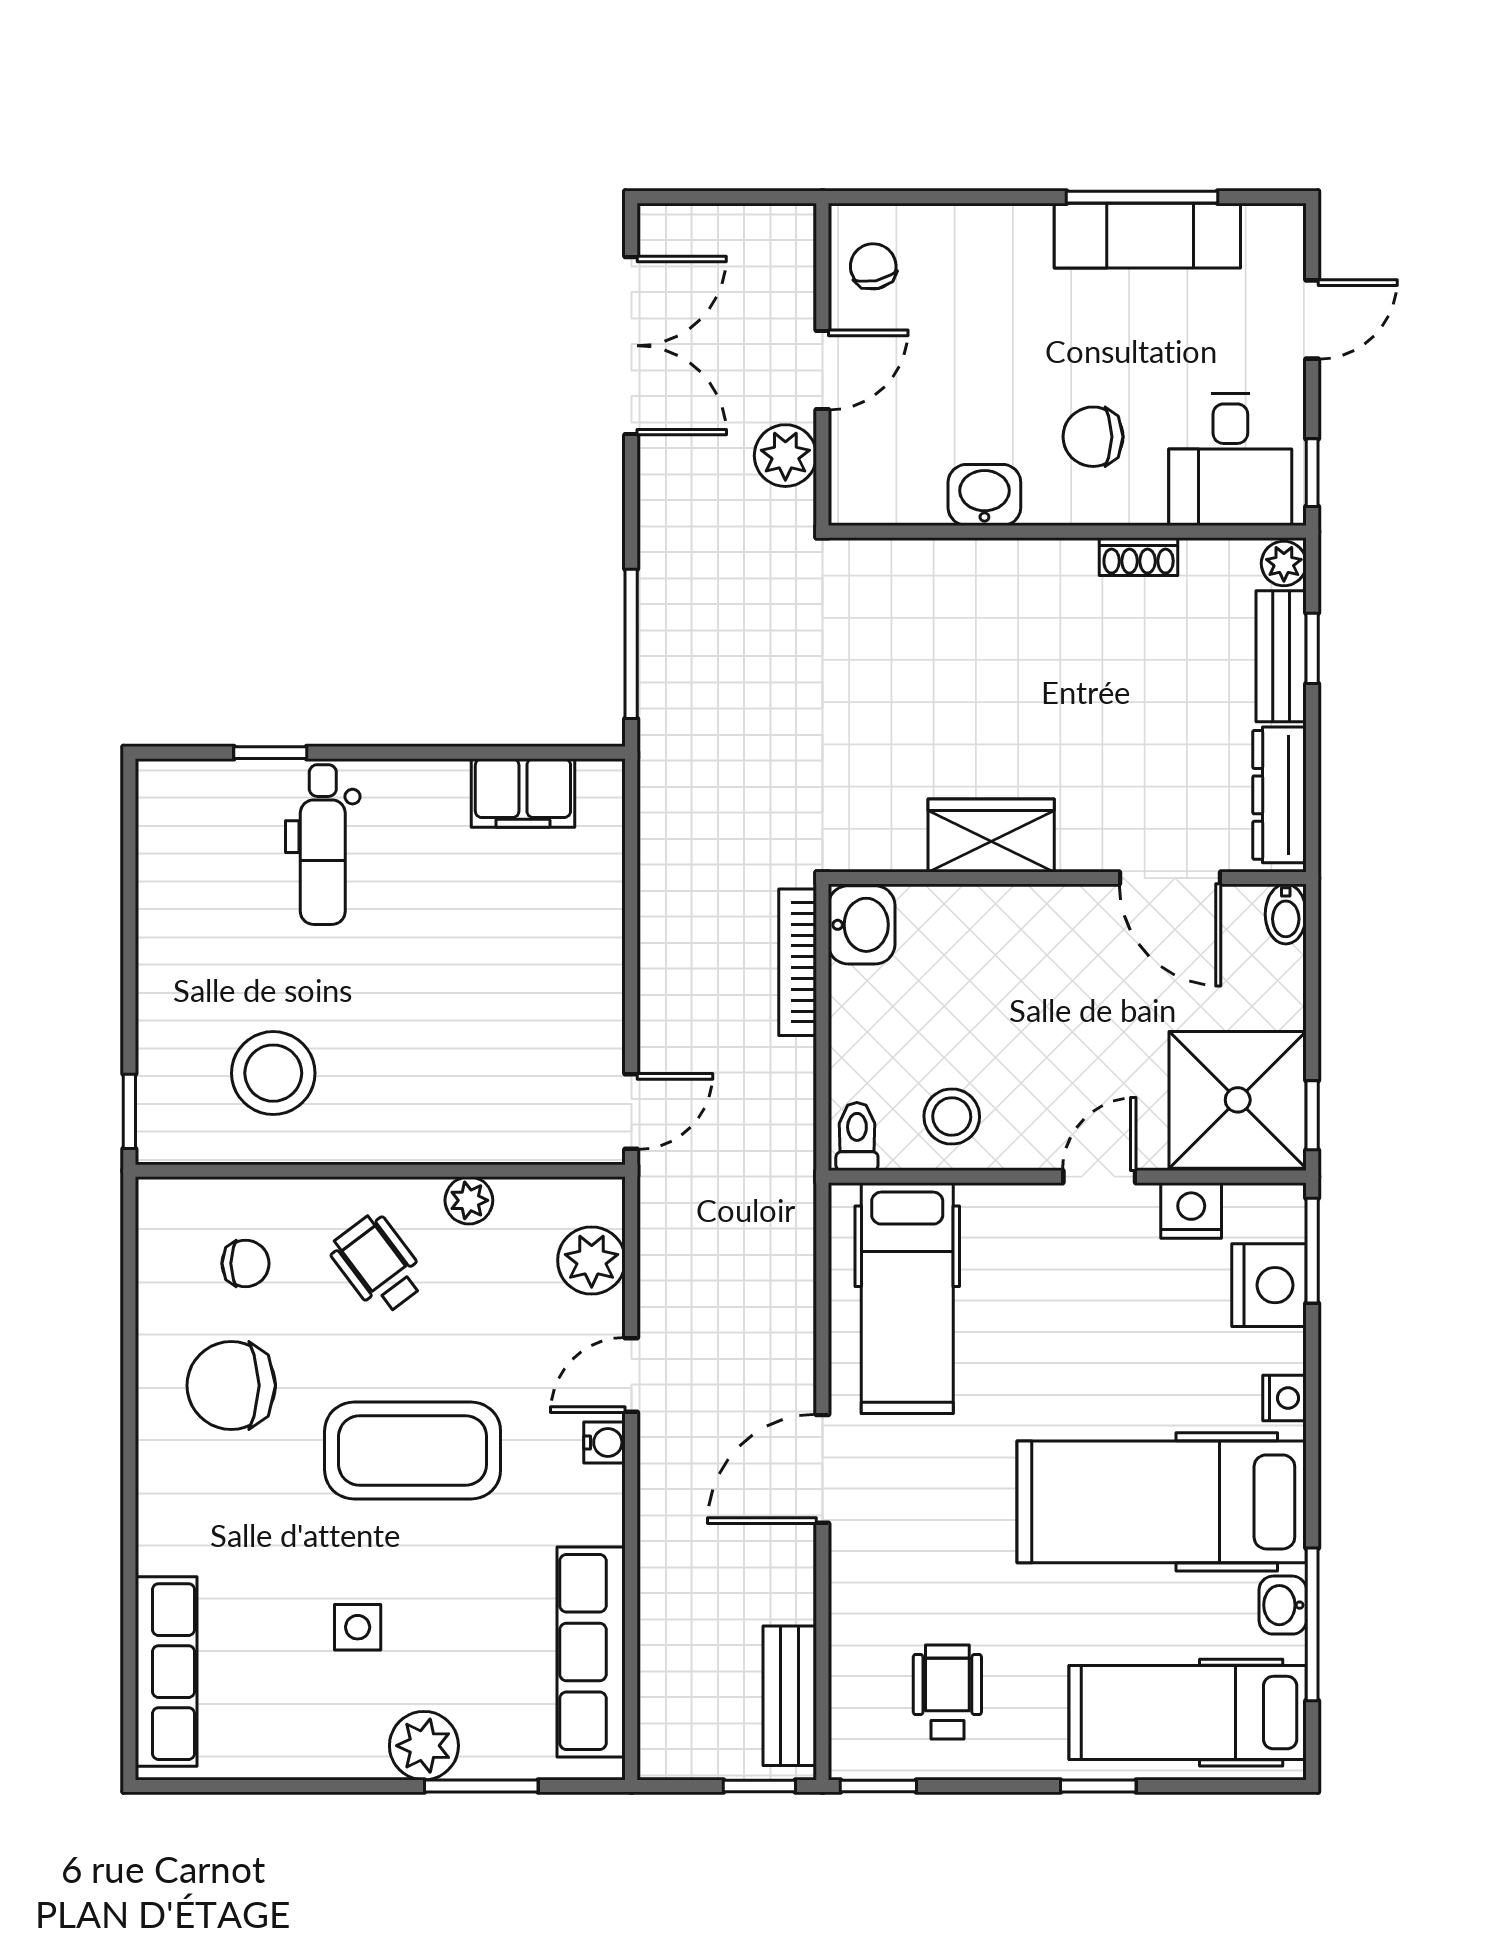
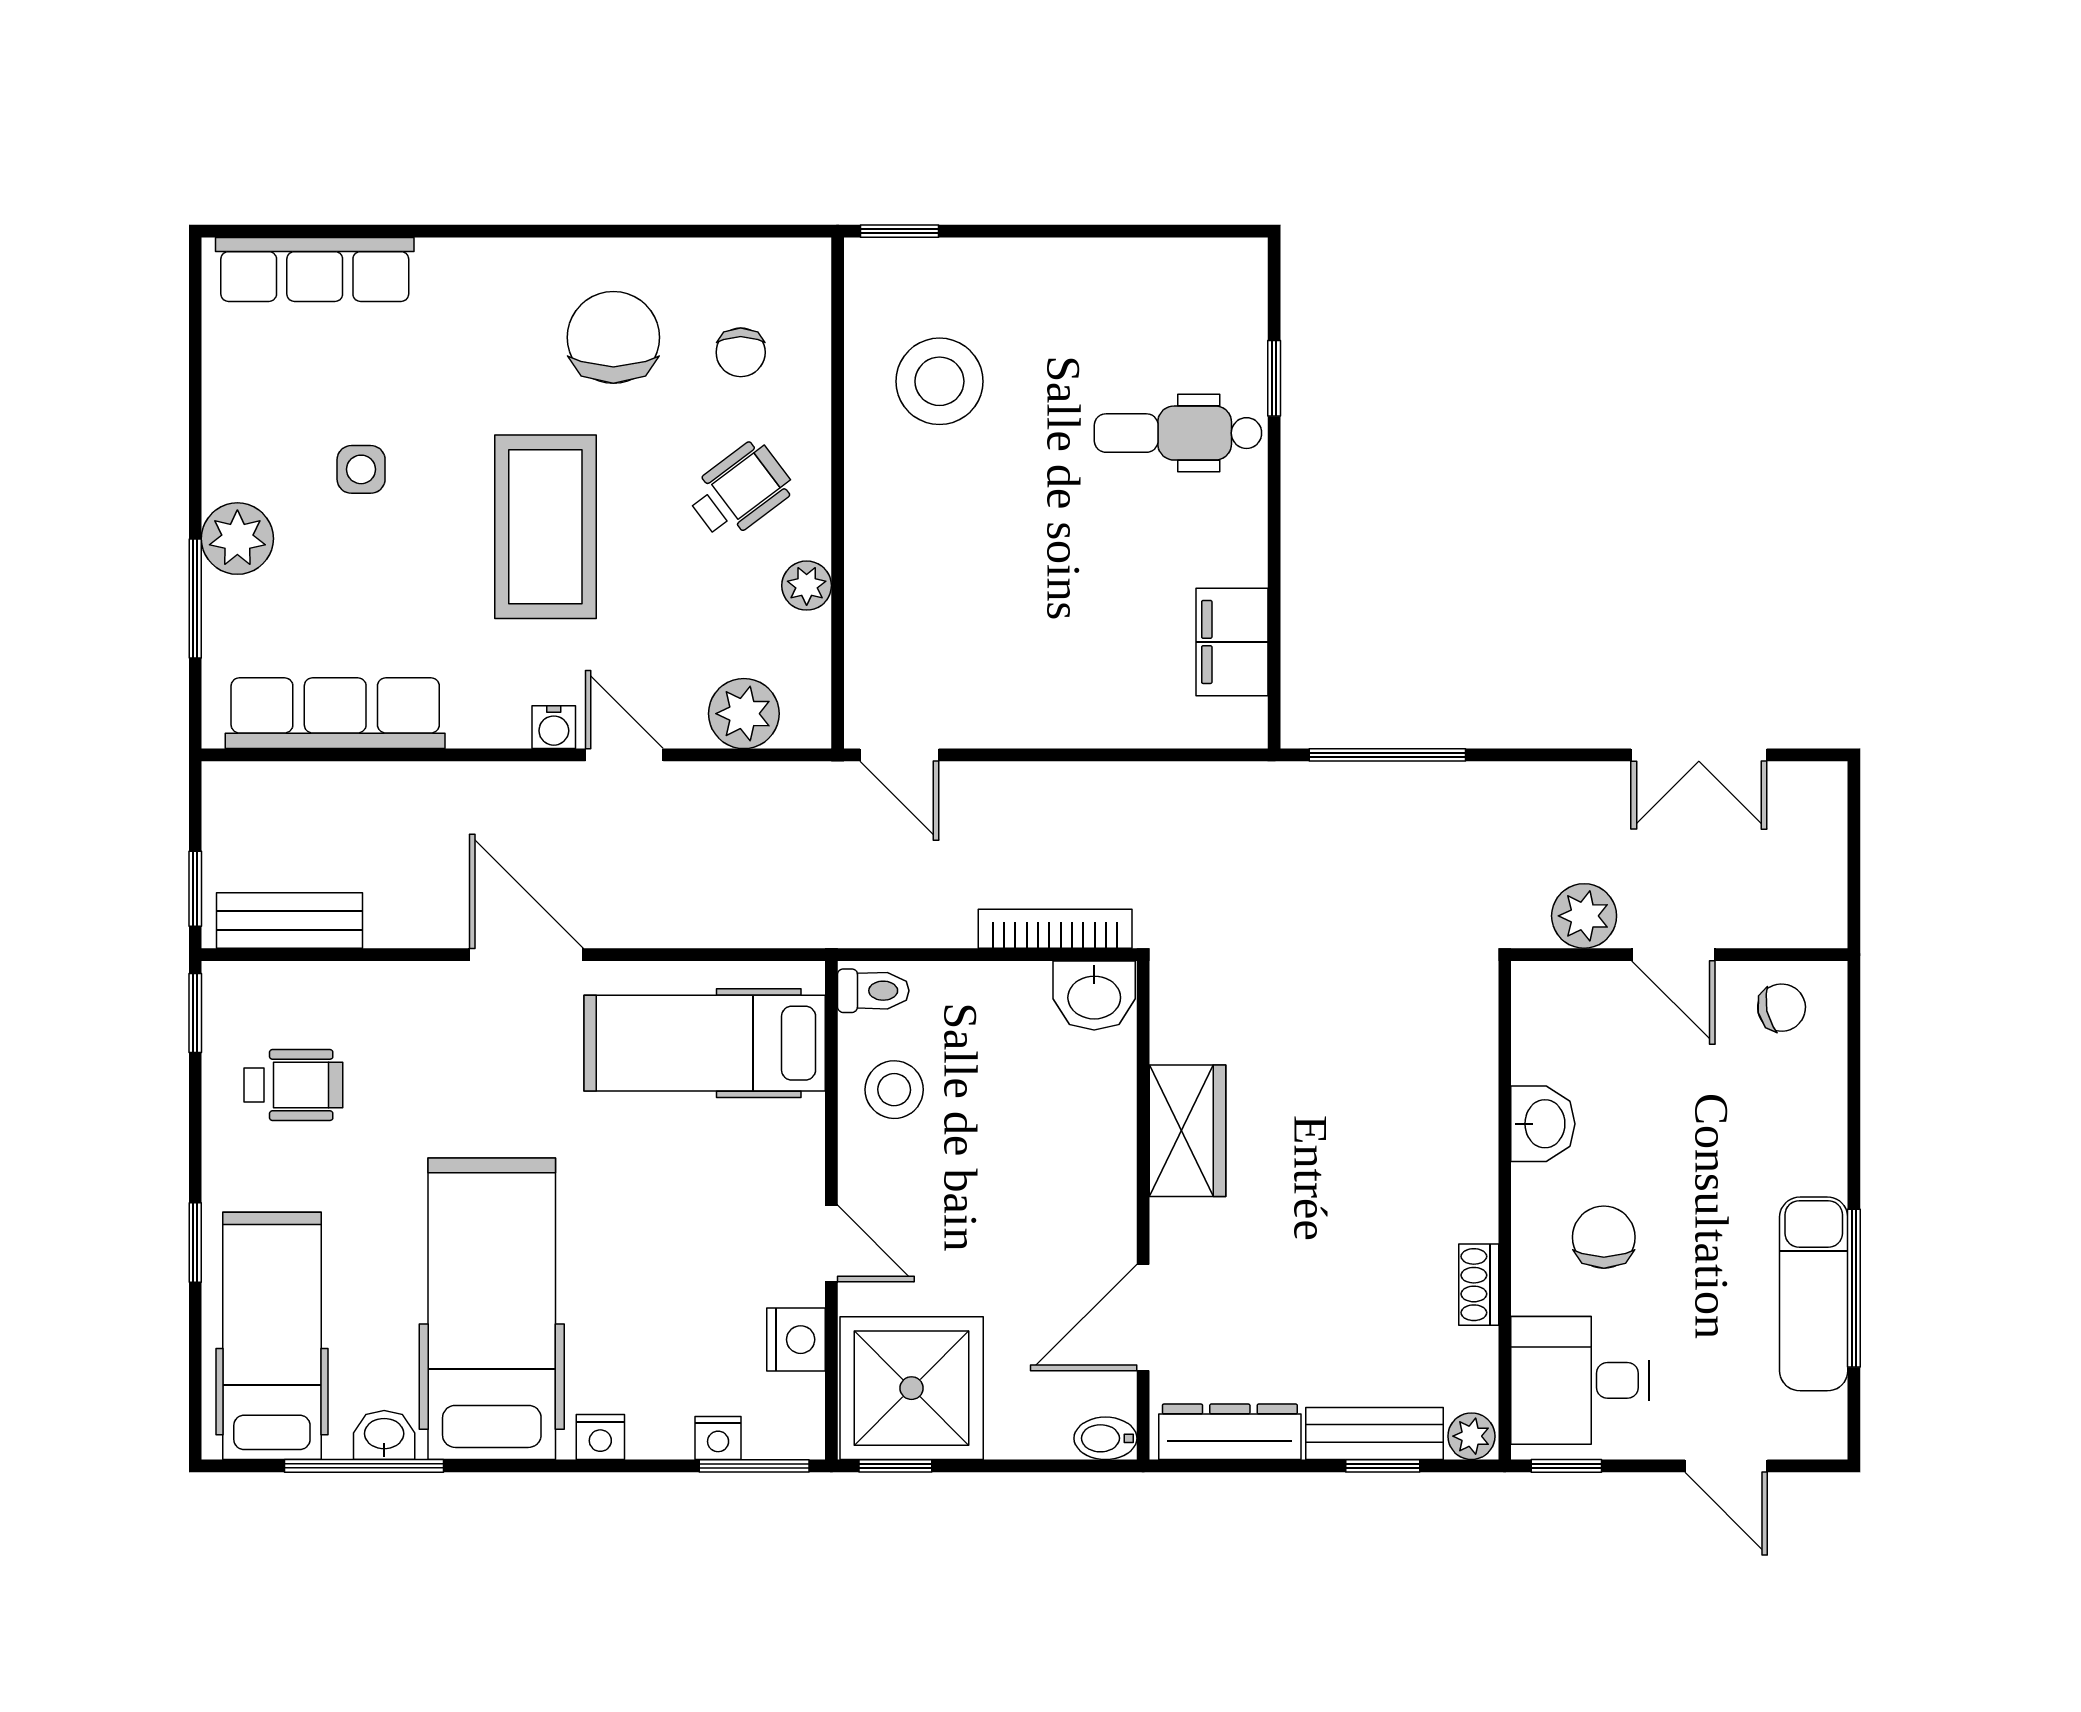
double door: (631, 346) -> (1699, 755), width x0.73
nightstand: (1269, 1285) -> (718, 1438), width x0.53, depth x0.56

